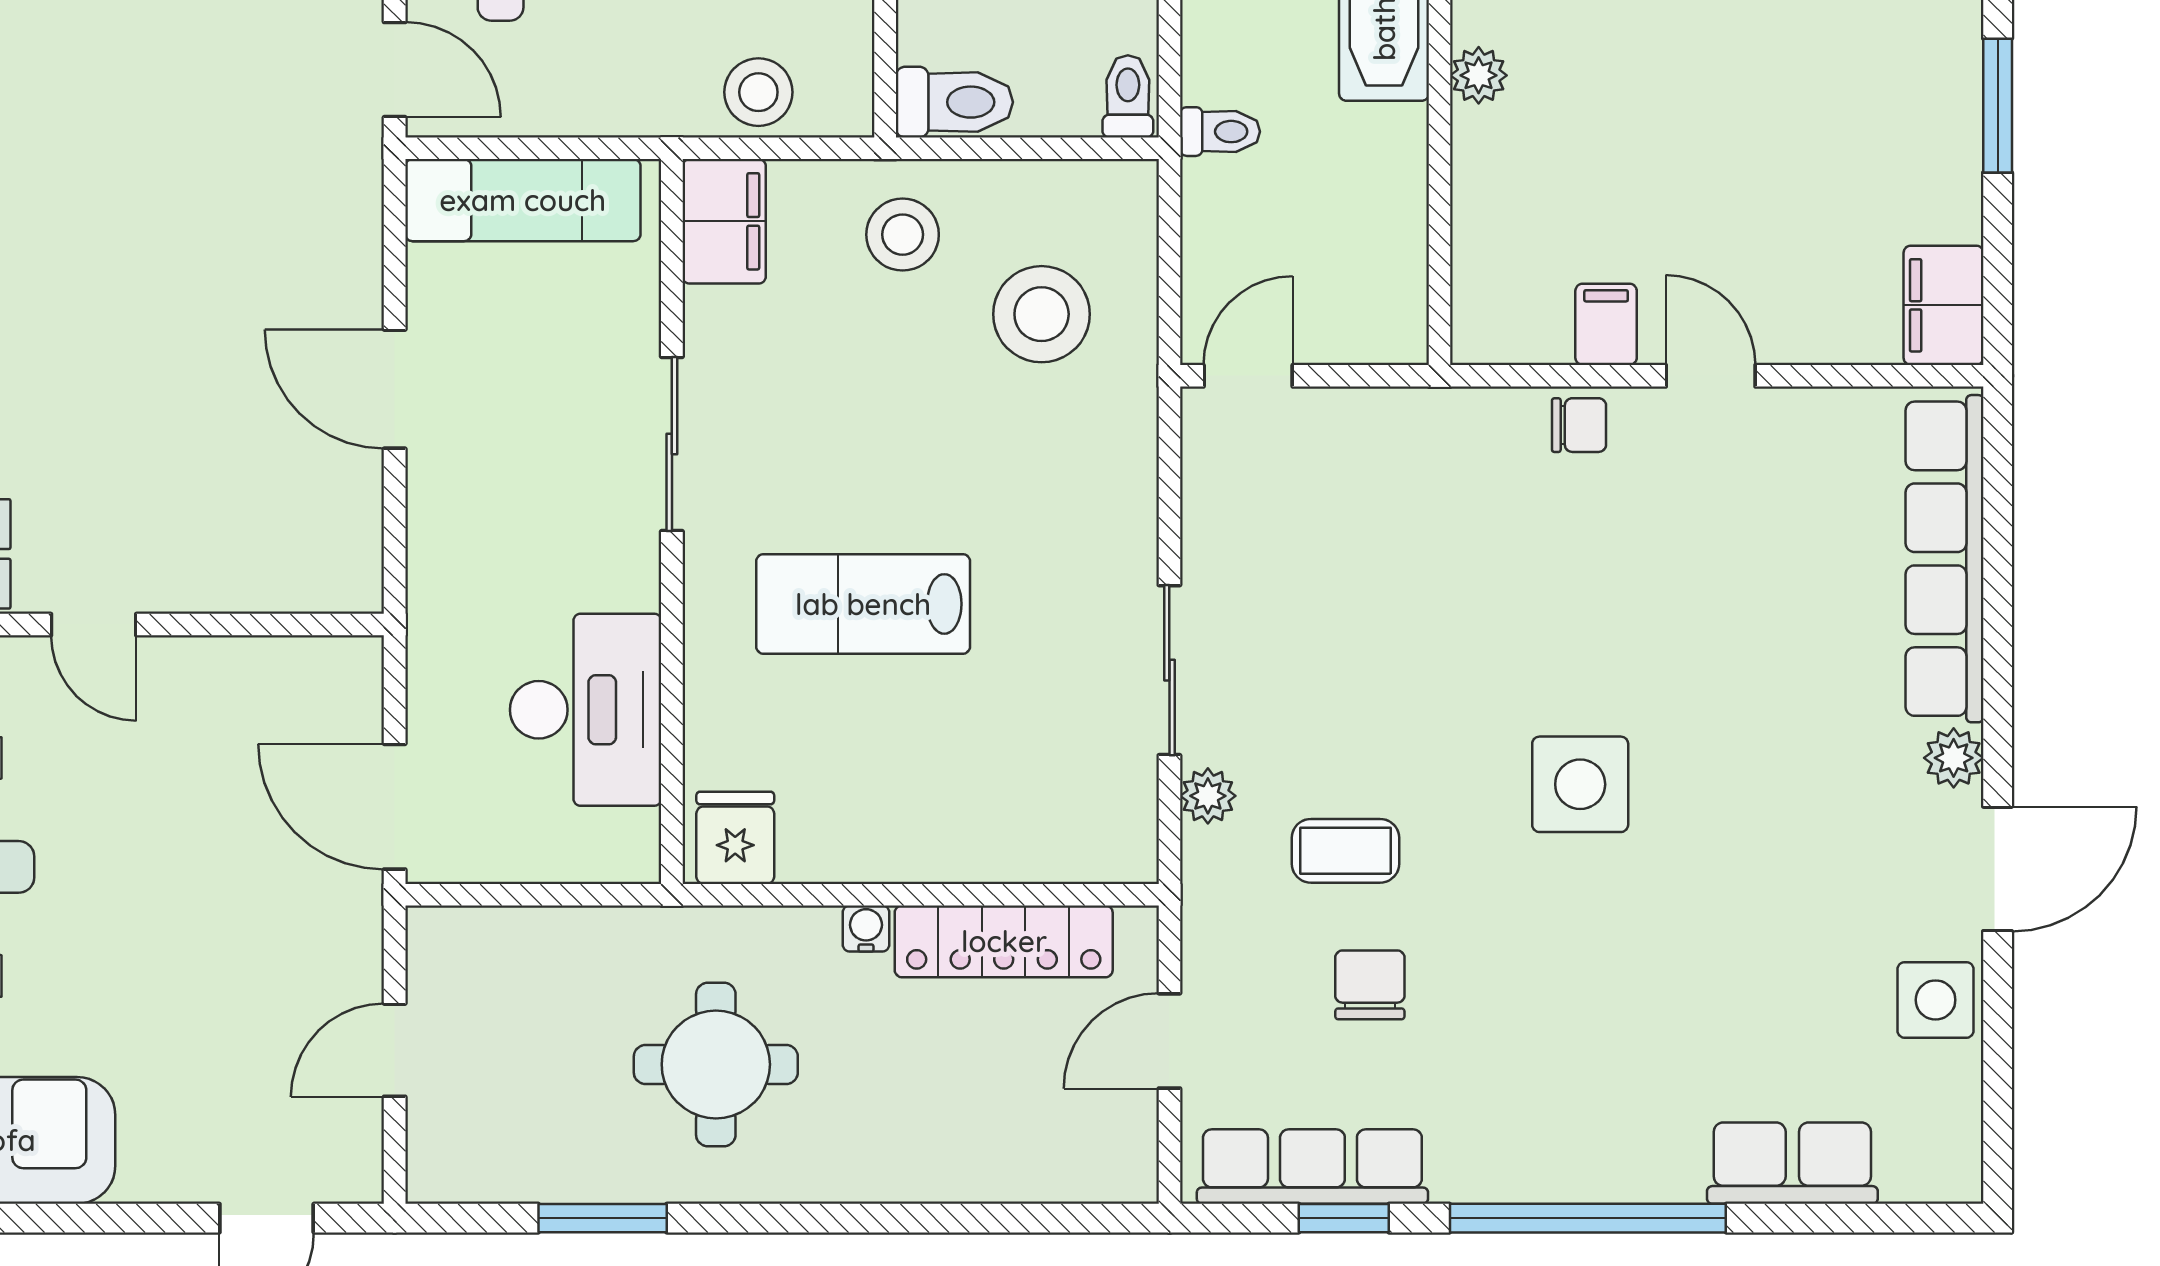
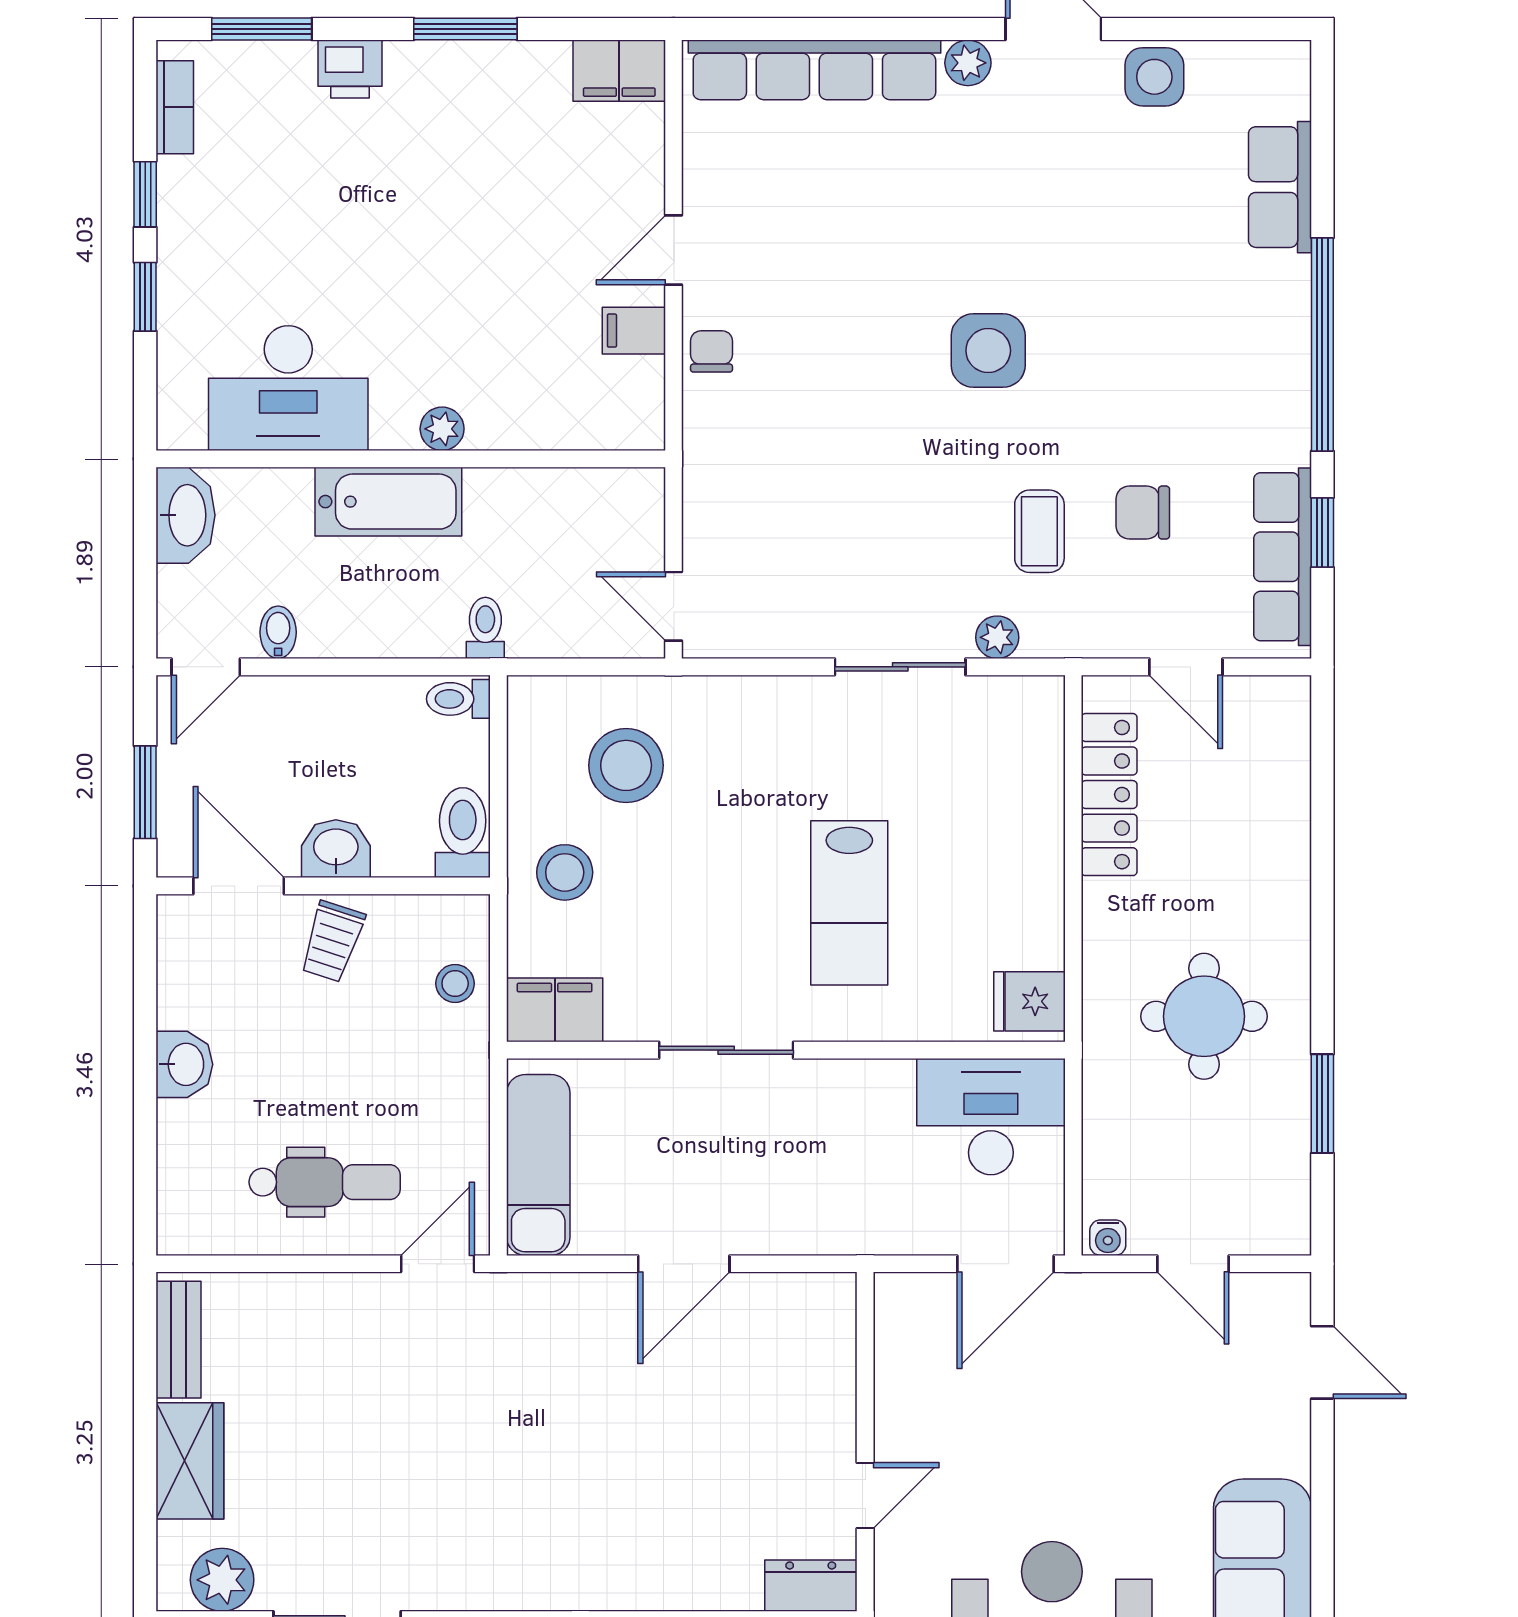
stool: (758, 92) -> (455, 983), width x0.73, depth x0.73
desk: (586, 710) -> (991, 1117), moved
water cooler: (866, 929) -> (1108, 1238), moved, turned -90

